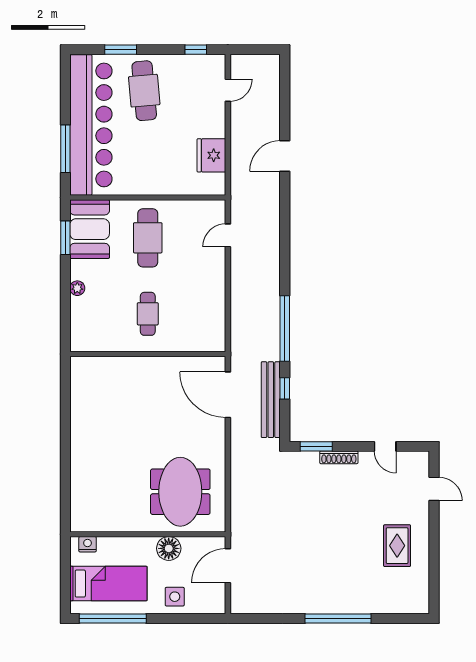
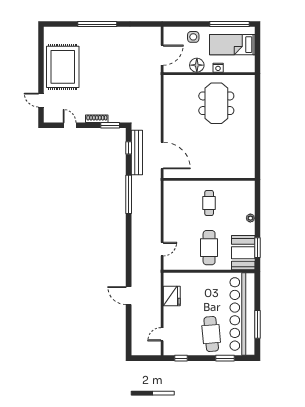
window: (65, 149) -> (257, 324), moved
door: (285, 156) -> (129, 296), swing flipped
window: (285, 388) -> (129, 148), moved
meeting table: (180, 492) -> (216, 103), moved
nightstand: (88, 544) -> (218, 68), moved
rug: (397, 546) -> (63, 67), width x1.86, depth x2.06

